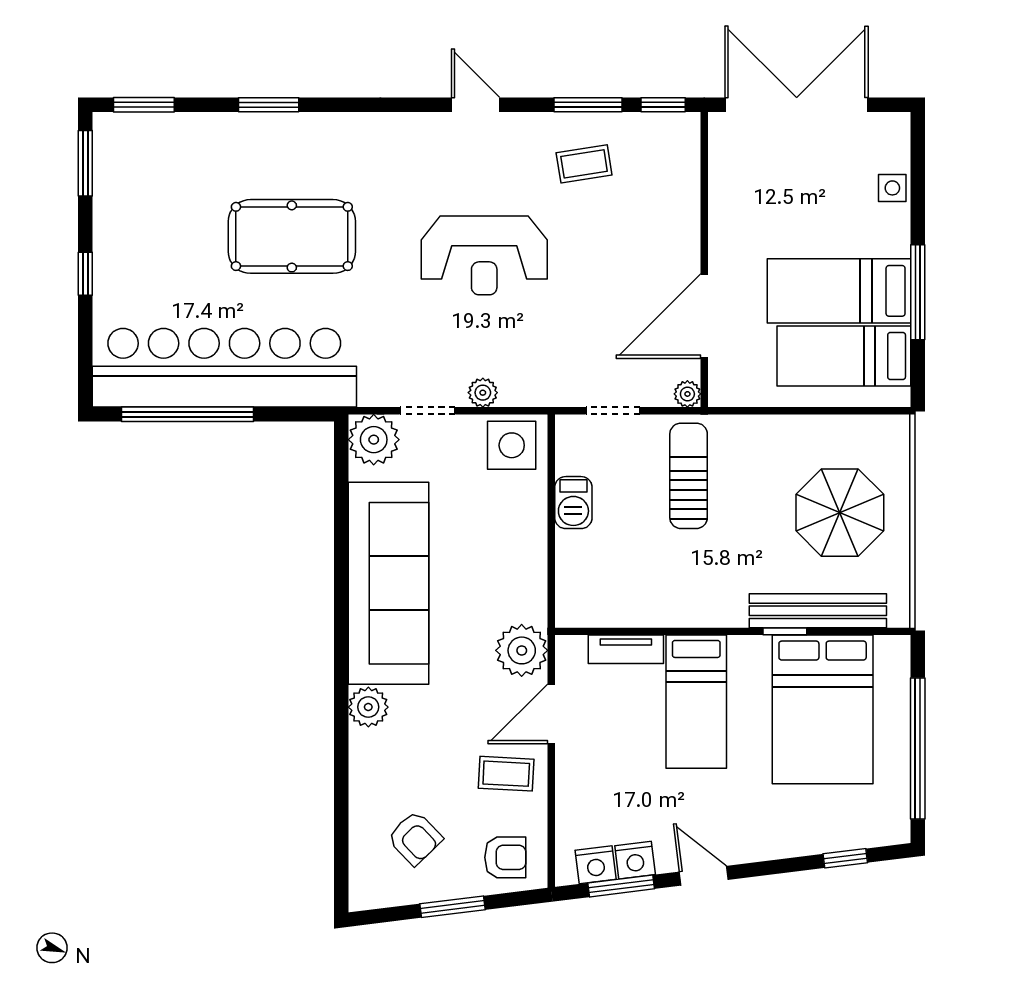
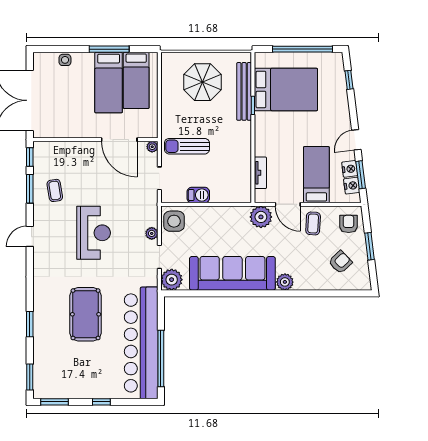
bed: (696, 702) -> (316, 175), moved, turned -90

